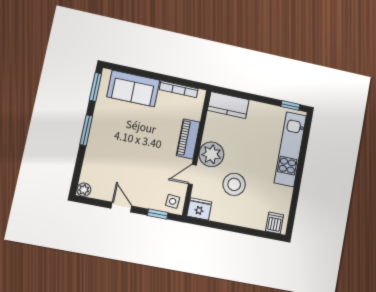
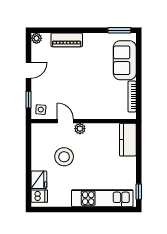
window: (86, 130) -> (83, 30), removed
piano: (188, 139) -> (67, 40), moved, turned 180
plant: (211, 154) -> (80, 129), width x0.53, depth x0.53
fridge: (199, 209) -> (39, 180), moved

